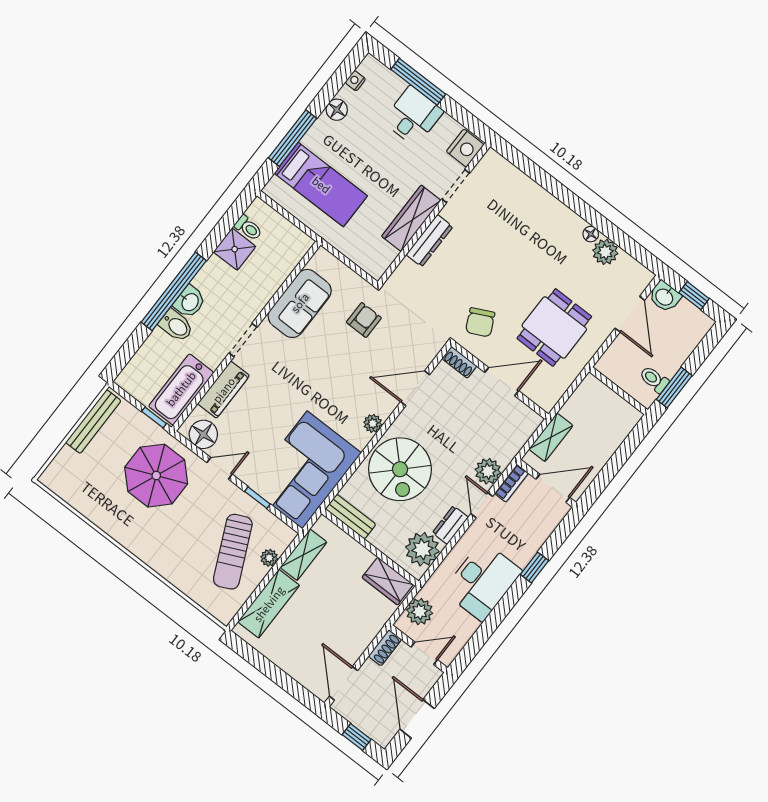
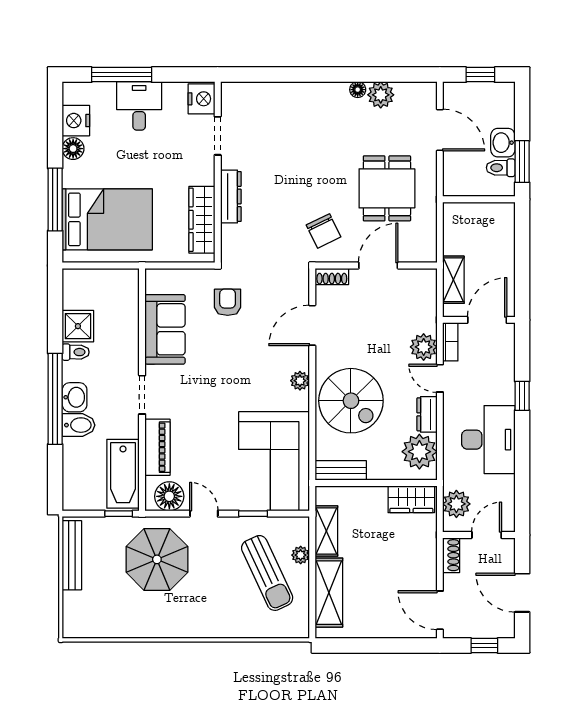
nightstand: (355, 81) -> (76, 121), width x1.89, depth x1.79
bed: (321, 185) -> (107, 219), width x1.50
wardrobe: (411, 218) -> (202, 220), moved
toilet: (248, 228) -> (76, 352), moved
washbasin: (665, 297) -> (503, 143), moved, turned 90
door: (220, 468) -> (204, 514), hinge flipped

